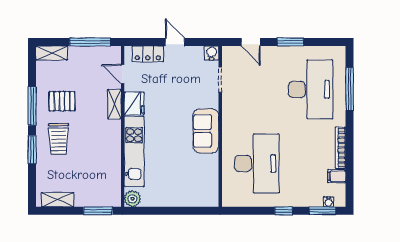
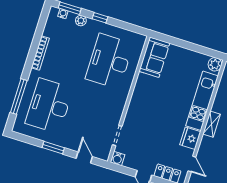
shelving: (114, 104) -> (212, 124), moved
sofa: (206, 131) -> (154, 57), moved
filing cabinet: (337, 176) -> (50, 32), removed
plant: (305, 200) -> (81, 21), added

